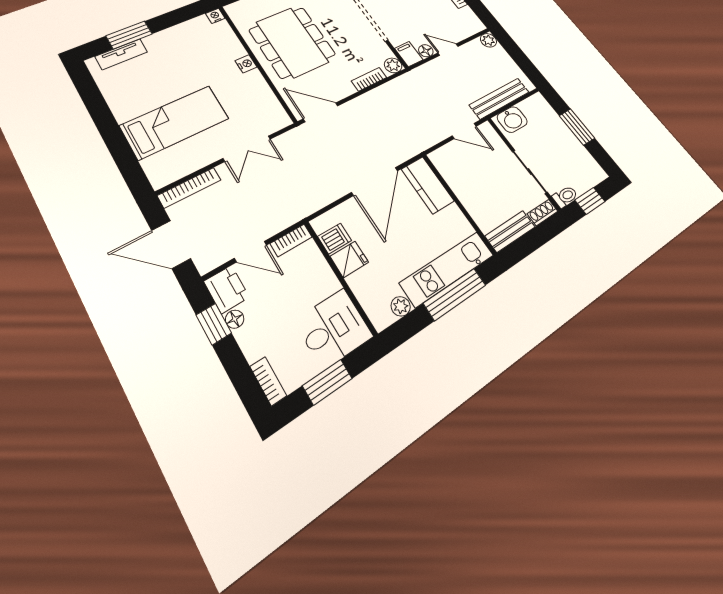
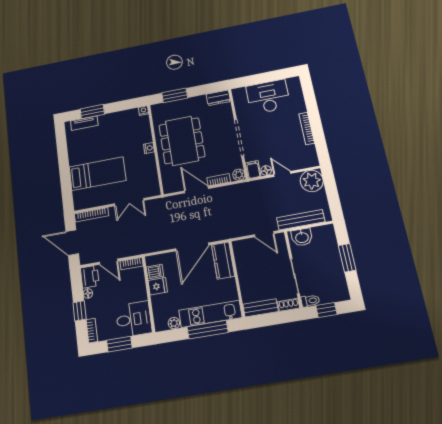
plant: (488, 40) -> (312, 181), width x1.88, depth x1.88
door: (321, 112) -> (196, 190), moved
window: (214, 324) -> (80, 311), moved

